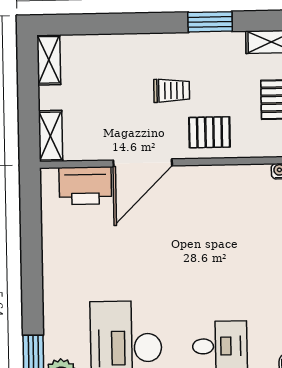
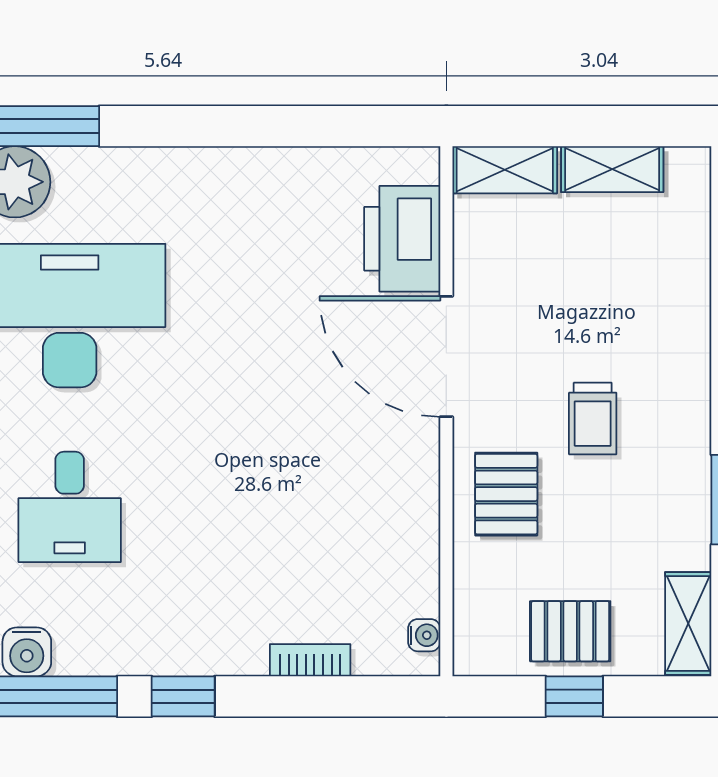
shelving: (49, 60) -> (612, 169), moved

